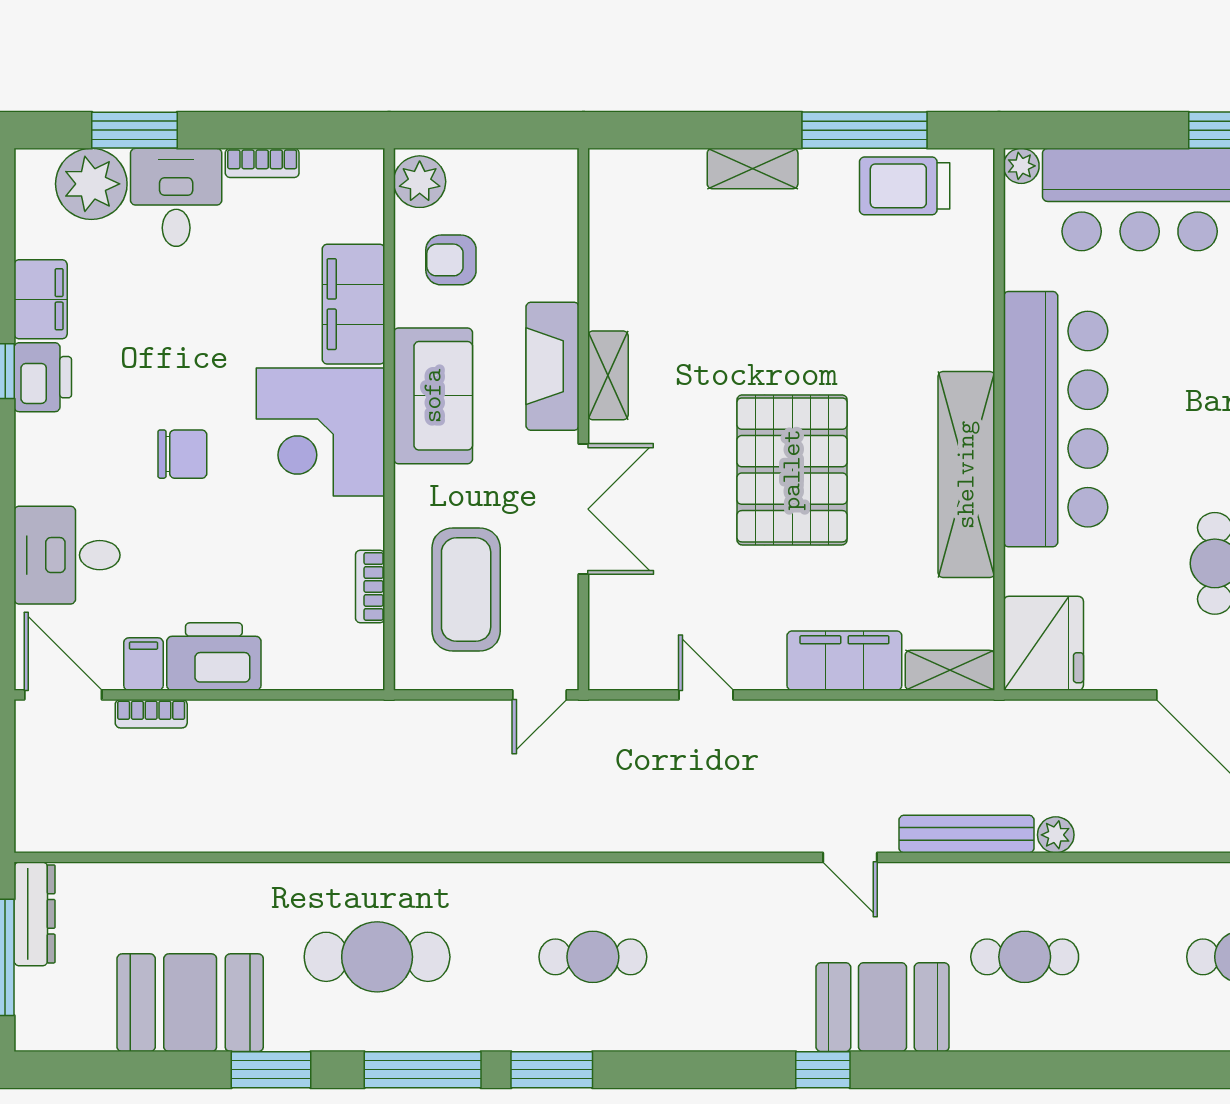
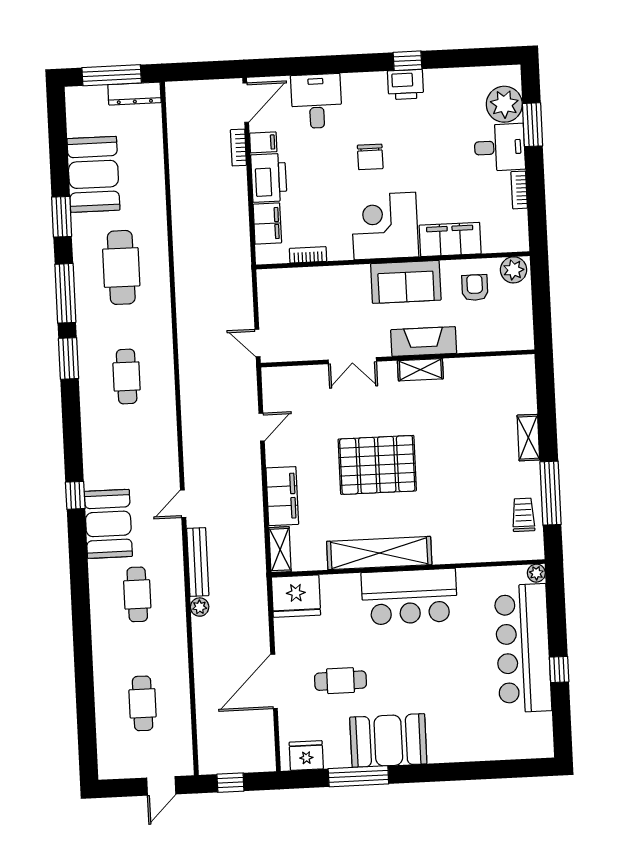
trolley: (905, 186) -> (523, 515), width x0.73, depth x0.72
filing cabinet: (41, 299) -> (267, 223), moved, turned -90
bar counter: (1056, 419) -> (409, 597), width x0.73
double door: (583, 509) -> (352, 361), width x0.73
coffee table: (466, 590) -> (309, 303), removed

